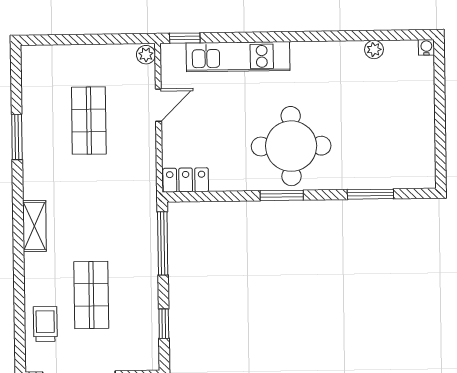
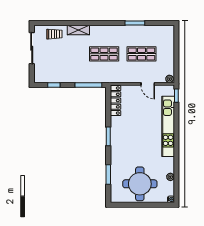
kitchen unit: (238, 57) -> (168, 126), width x1.36
round table: (291, 146) -> (140, 184), moved
locker: (186, 180) -> (115, 101), width x1.53
shelving: (34, 226) -> (78, 30), moved
shop shelf: (91, 295) -> (104, 54), moved

